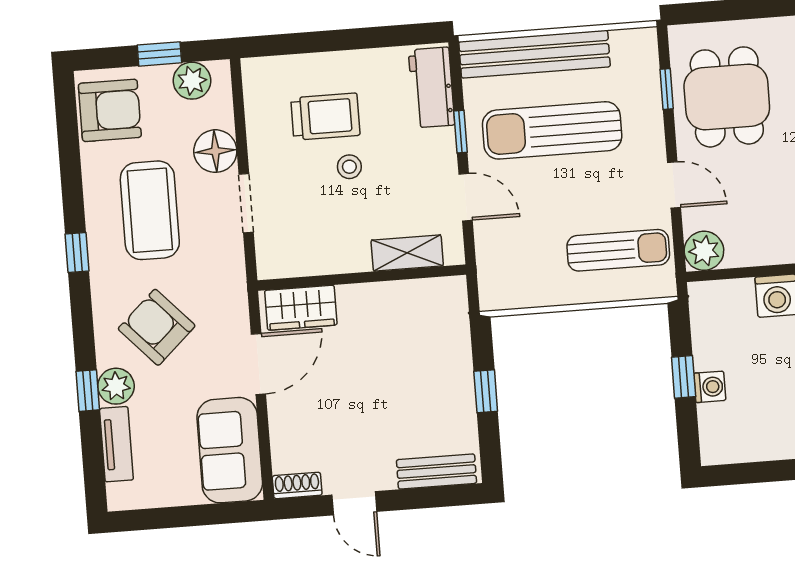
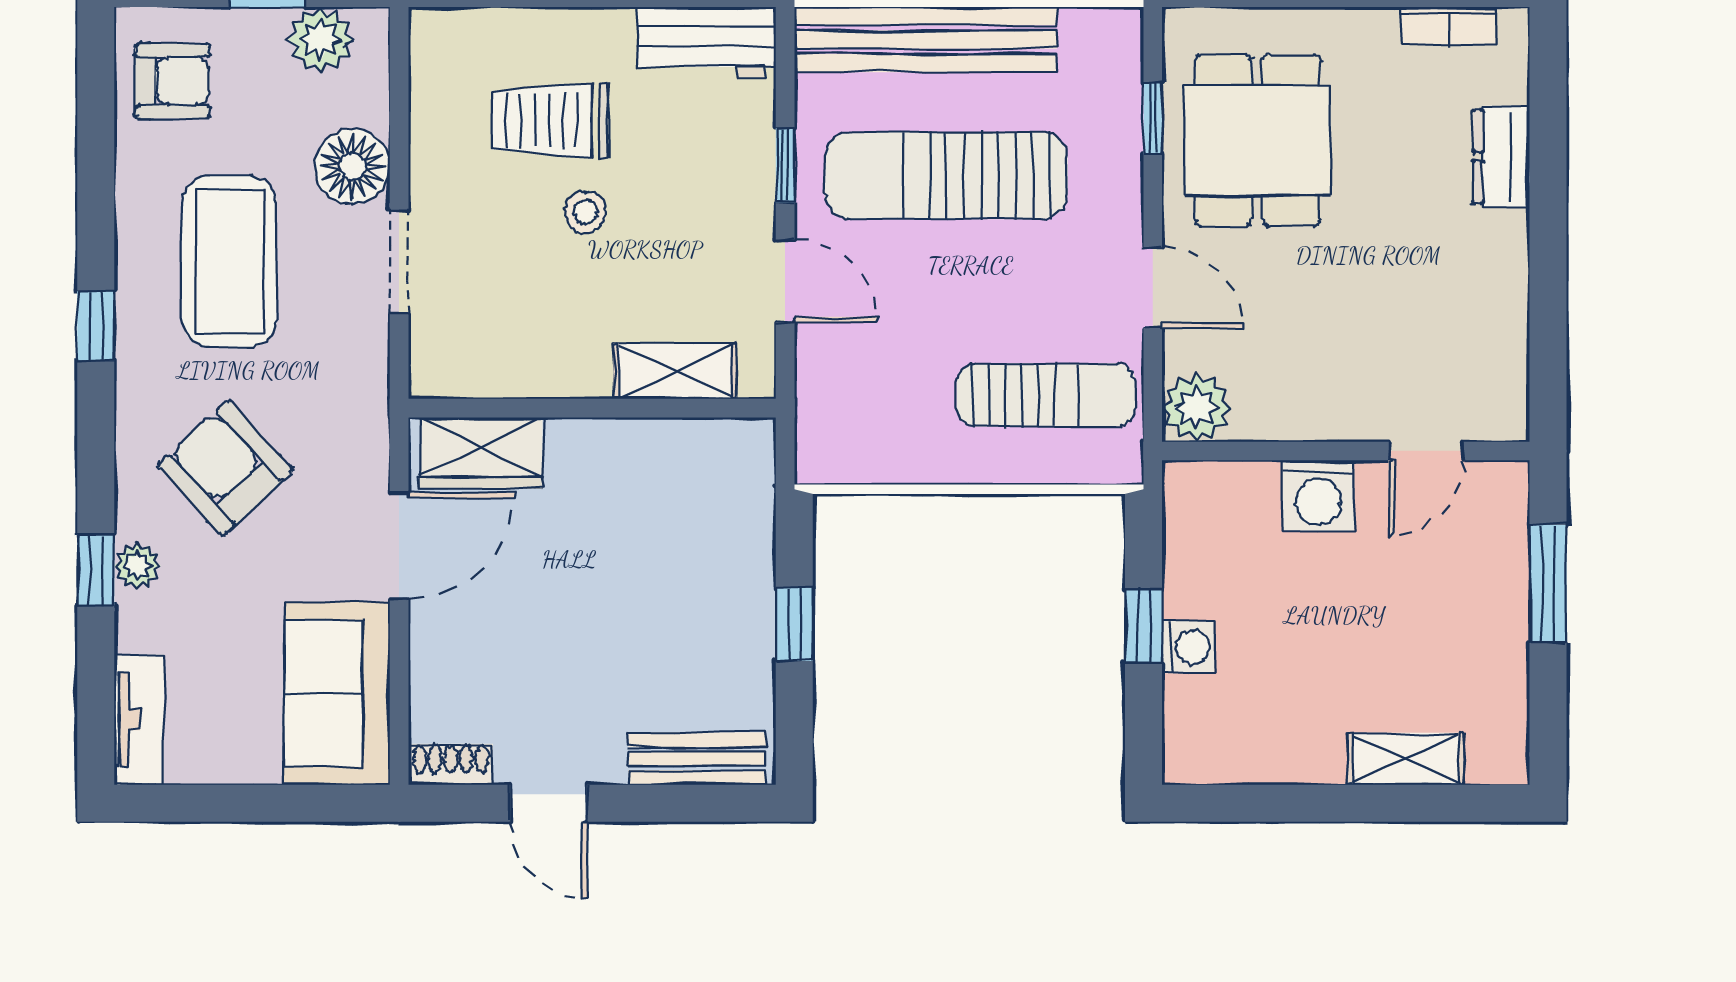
workbench: (432, 87) -> (707, 42), moved, turned -90
armchair: (110, 110) -> (172, 81), width x0.72, depth x0.72
trolley: (325, 117) -> (550, 121), turned 180
plant: (116, 386) -> (137, 566), width x0.73, depth x0.73
tv unit: (116, 444) -> (139, 720), moved

